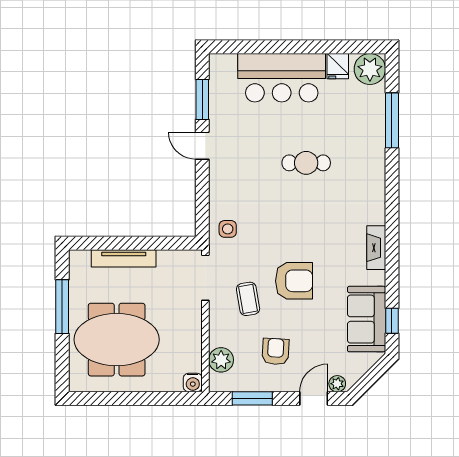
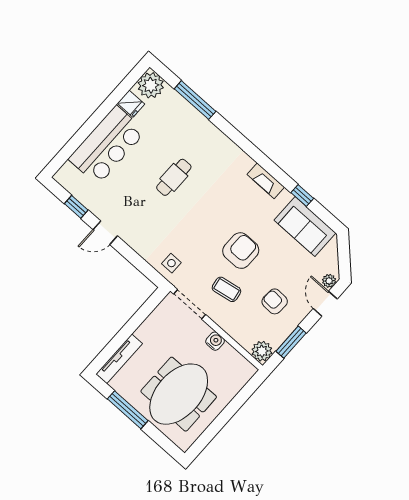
window: (202, 99) -> (76, 207), width x0.67
tv unit: (124, 258) -> (119, 359), moved
window: (392, 321) -> (302, 195), moved
plant: (221, 360) -> (262, 351), moved
water cooler: (193, 383) -> (215, 341), moved, turned -90

